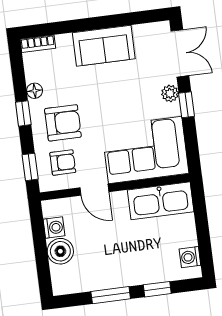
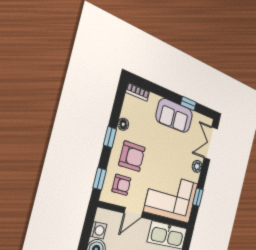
window: (119, 20) -> (188, 104), added
double door: (180, 53) -> (211, 143), swing flipped
window: (186, 105) -> (198, 197), moved
door: (94, 190) -> (133, 213), hinge flipped

